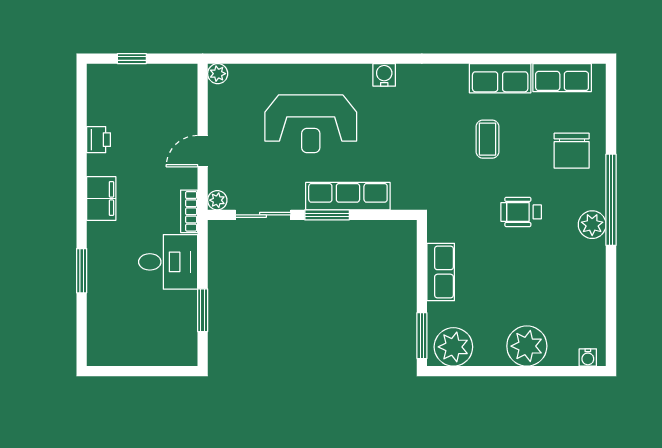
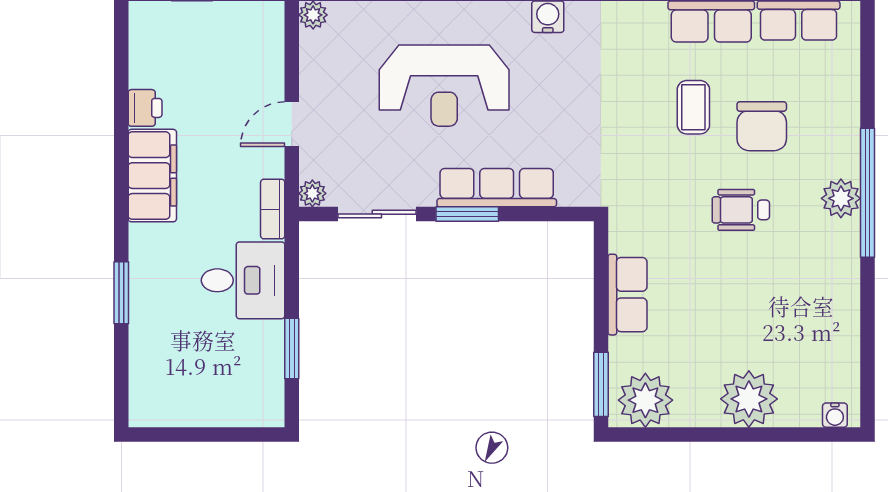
chair: (572, 151) -> (762, 126), moved
filing cabinet: (101, 199) -> (152, 176), width x1.50, depth x1.17
plant: (592, 225) -> (841, 198), moved

